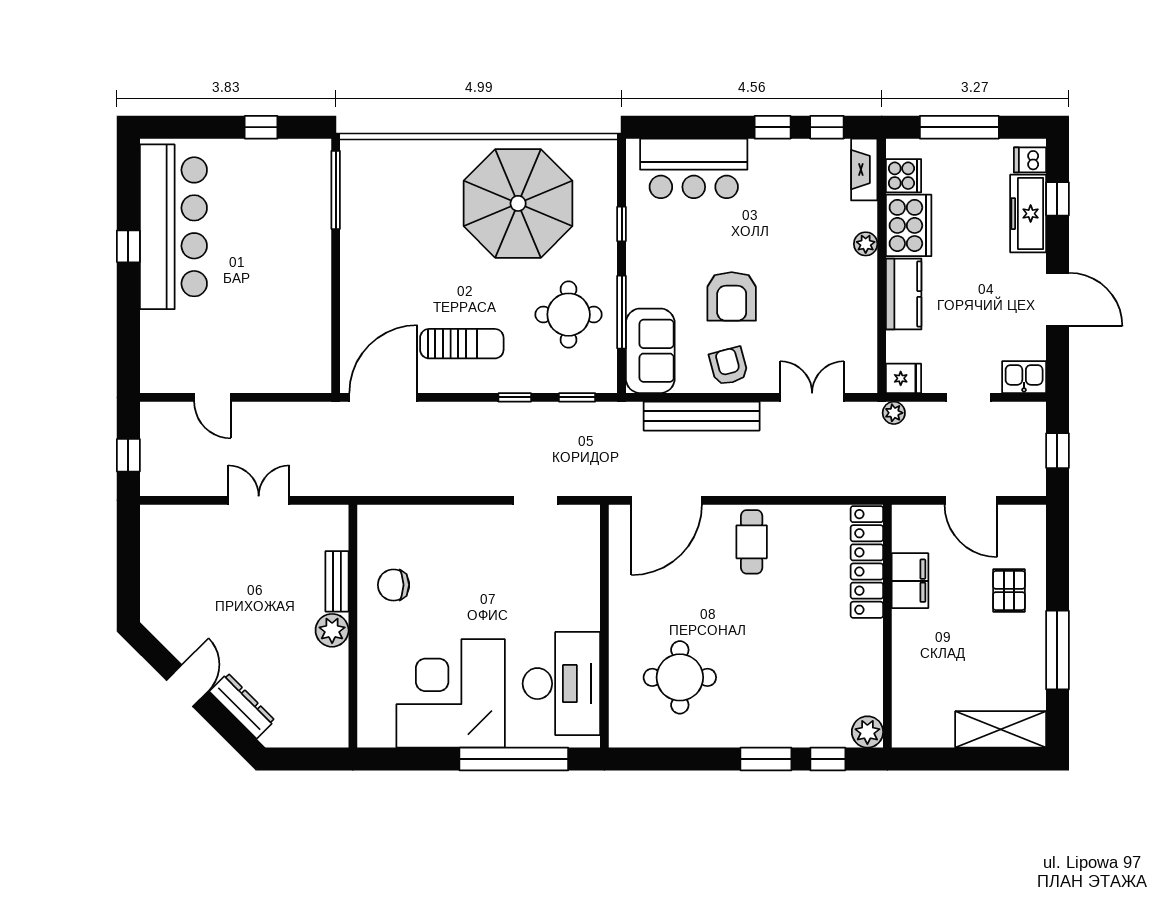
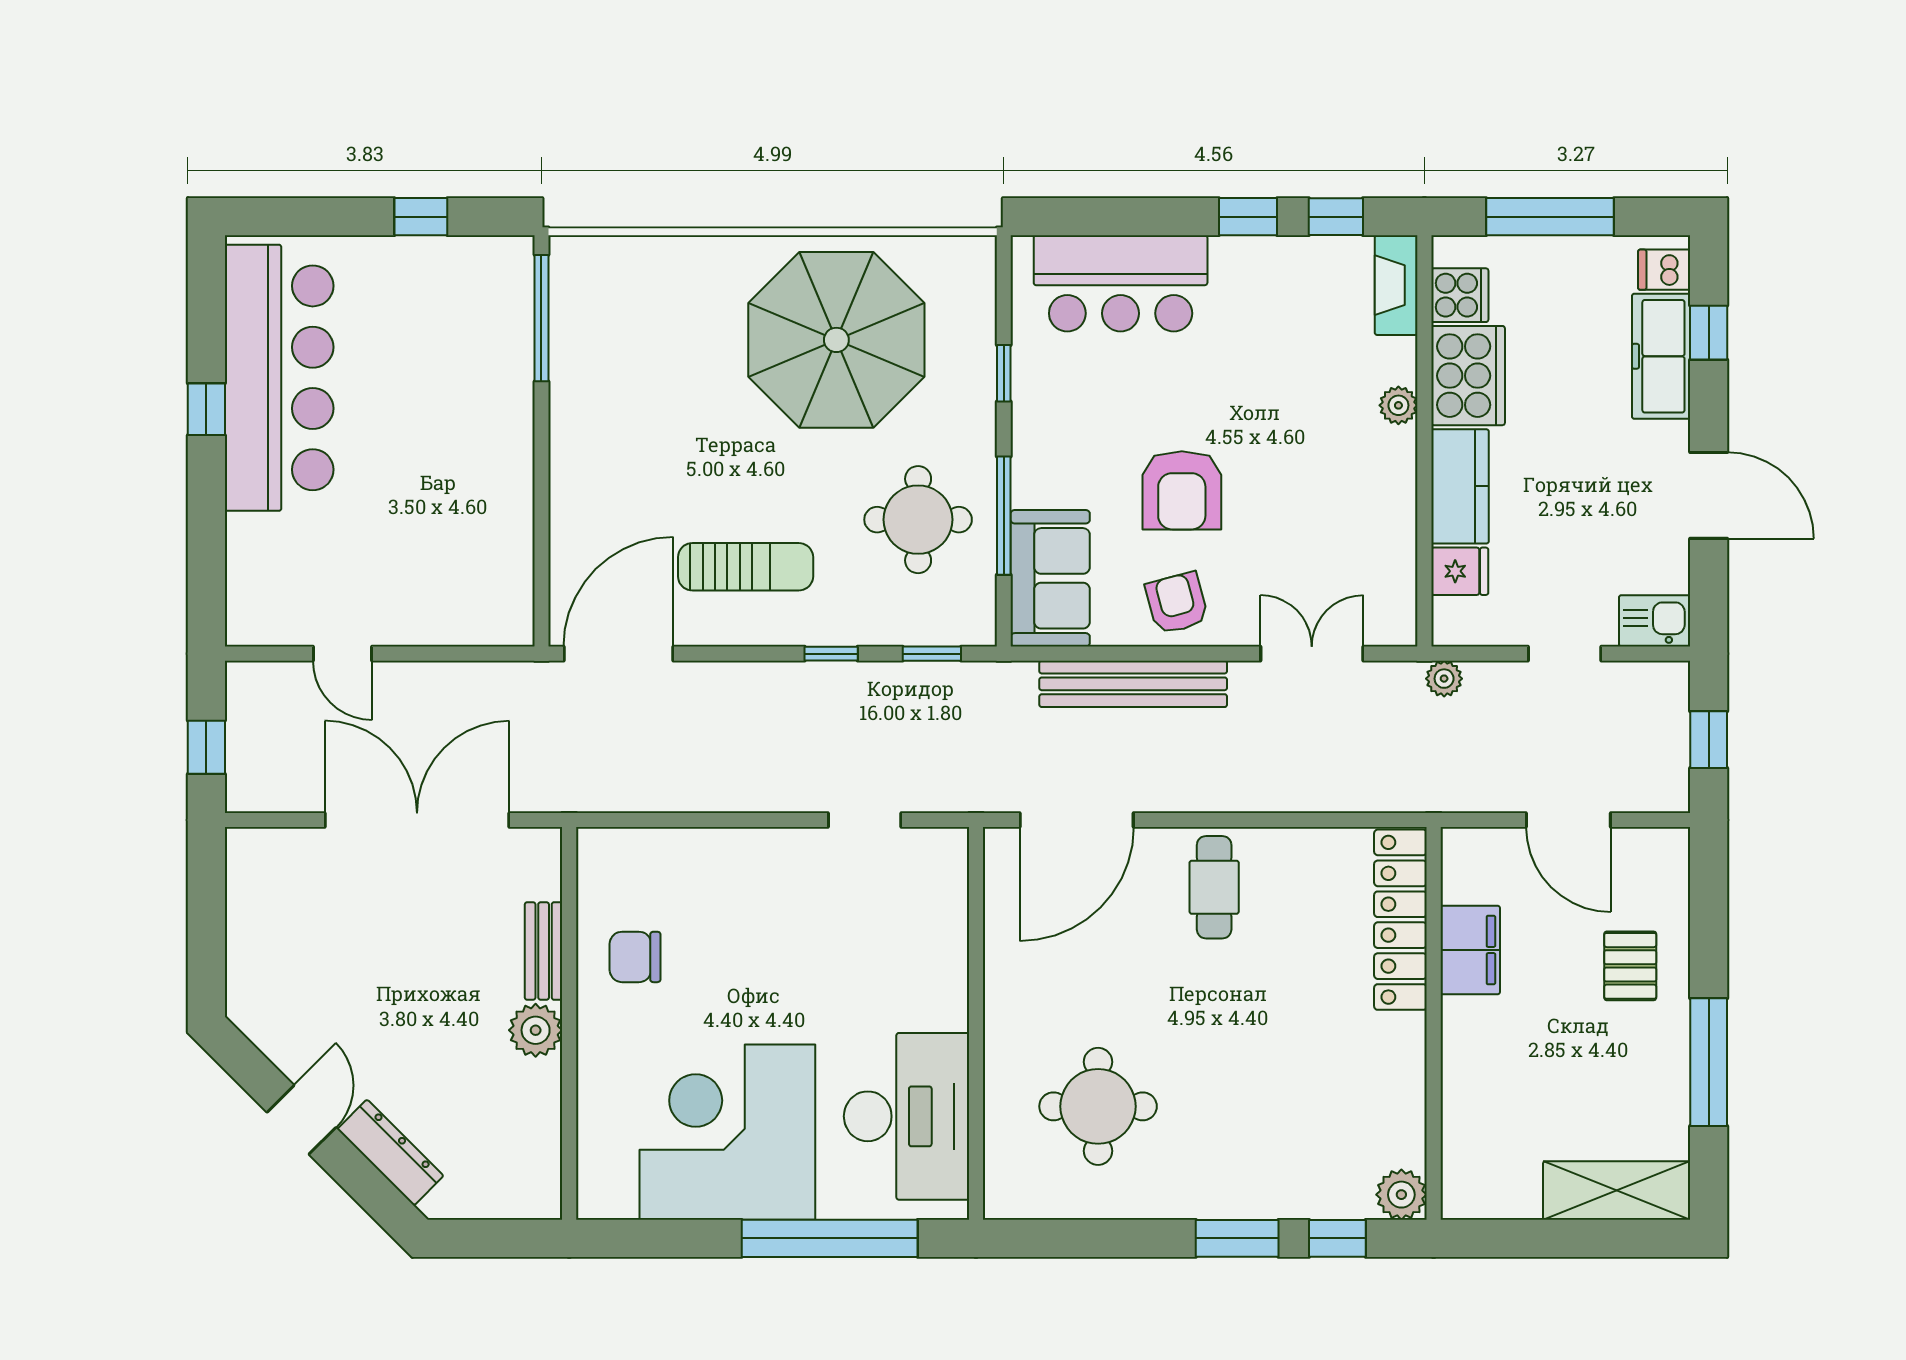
fridge: (904, 378) -> (1460, 571), moved
double door: (259, 500) -> (417, 820), width x1.87

